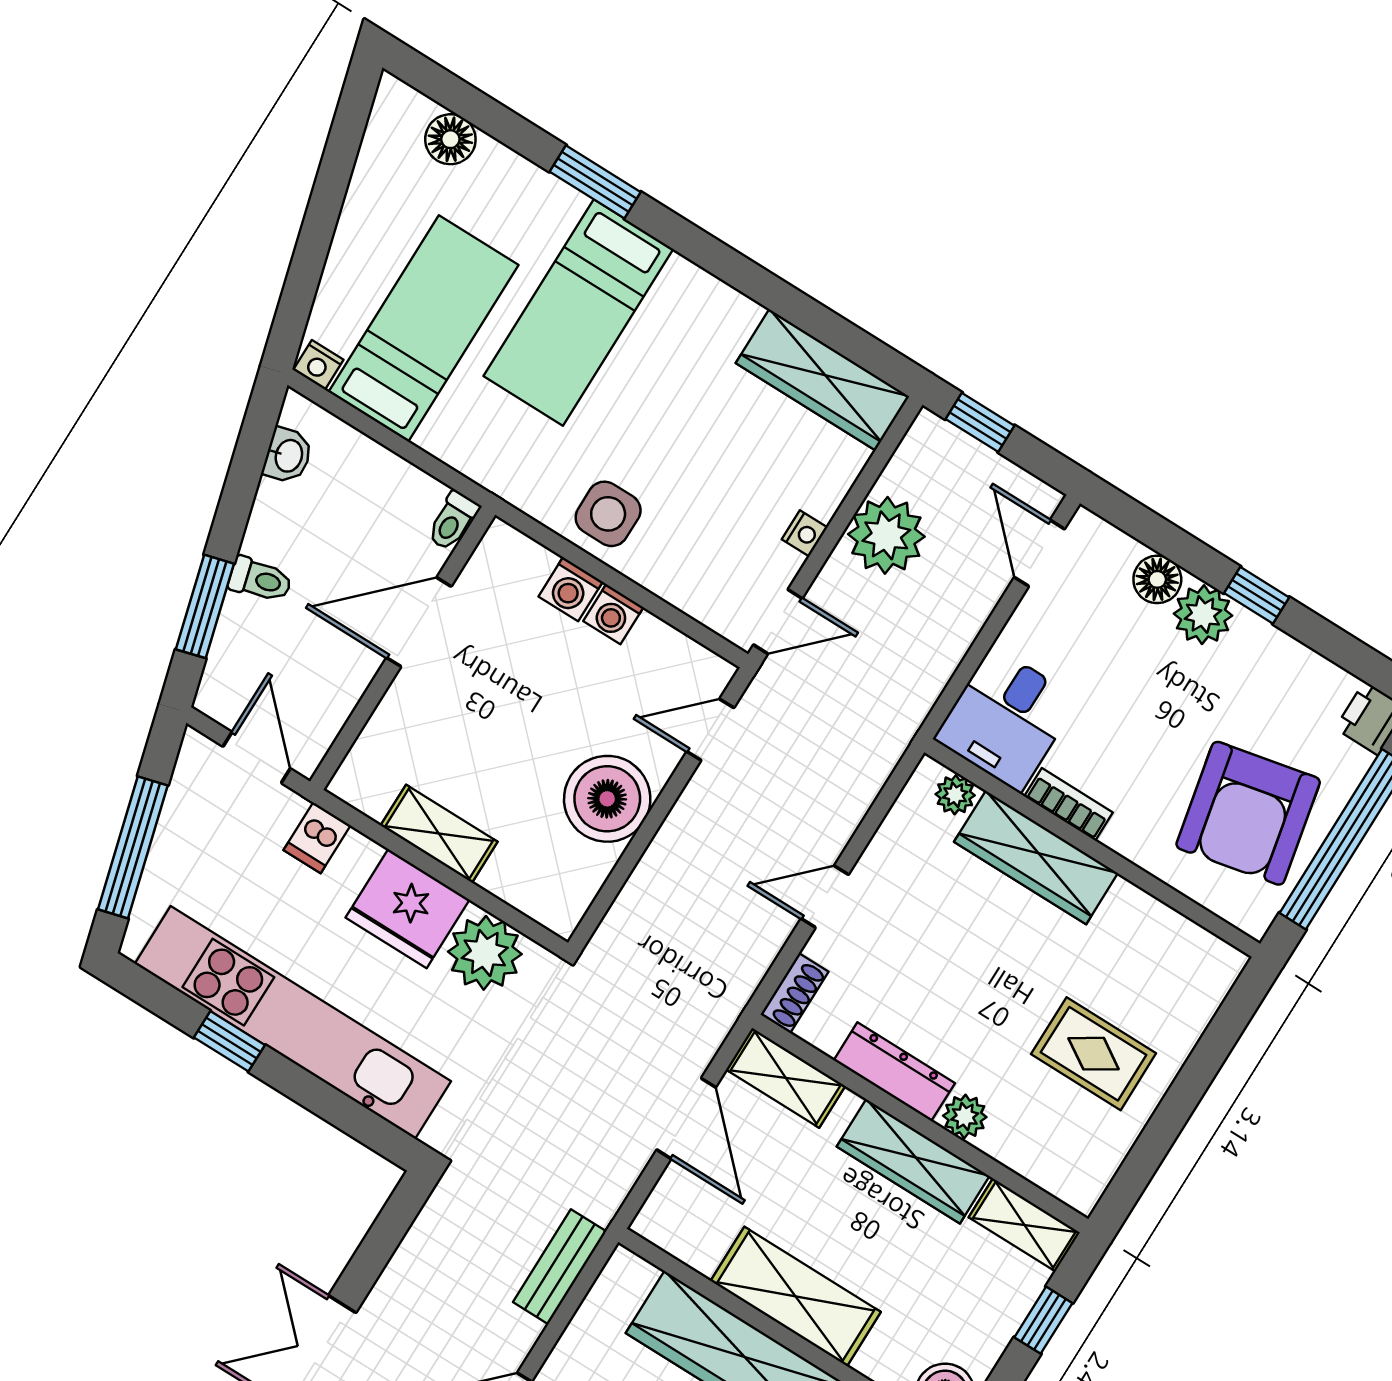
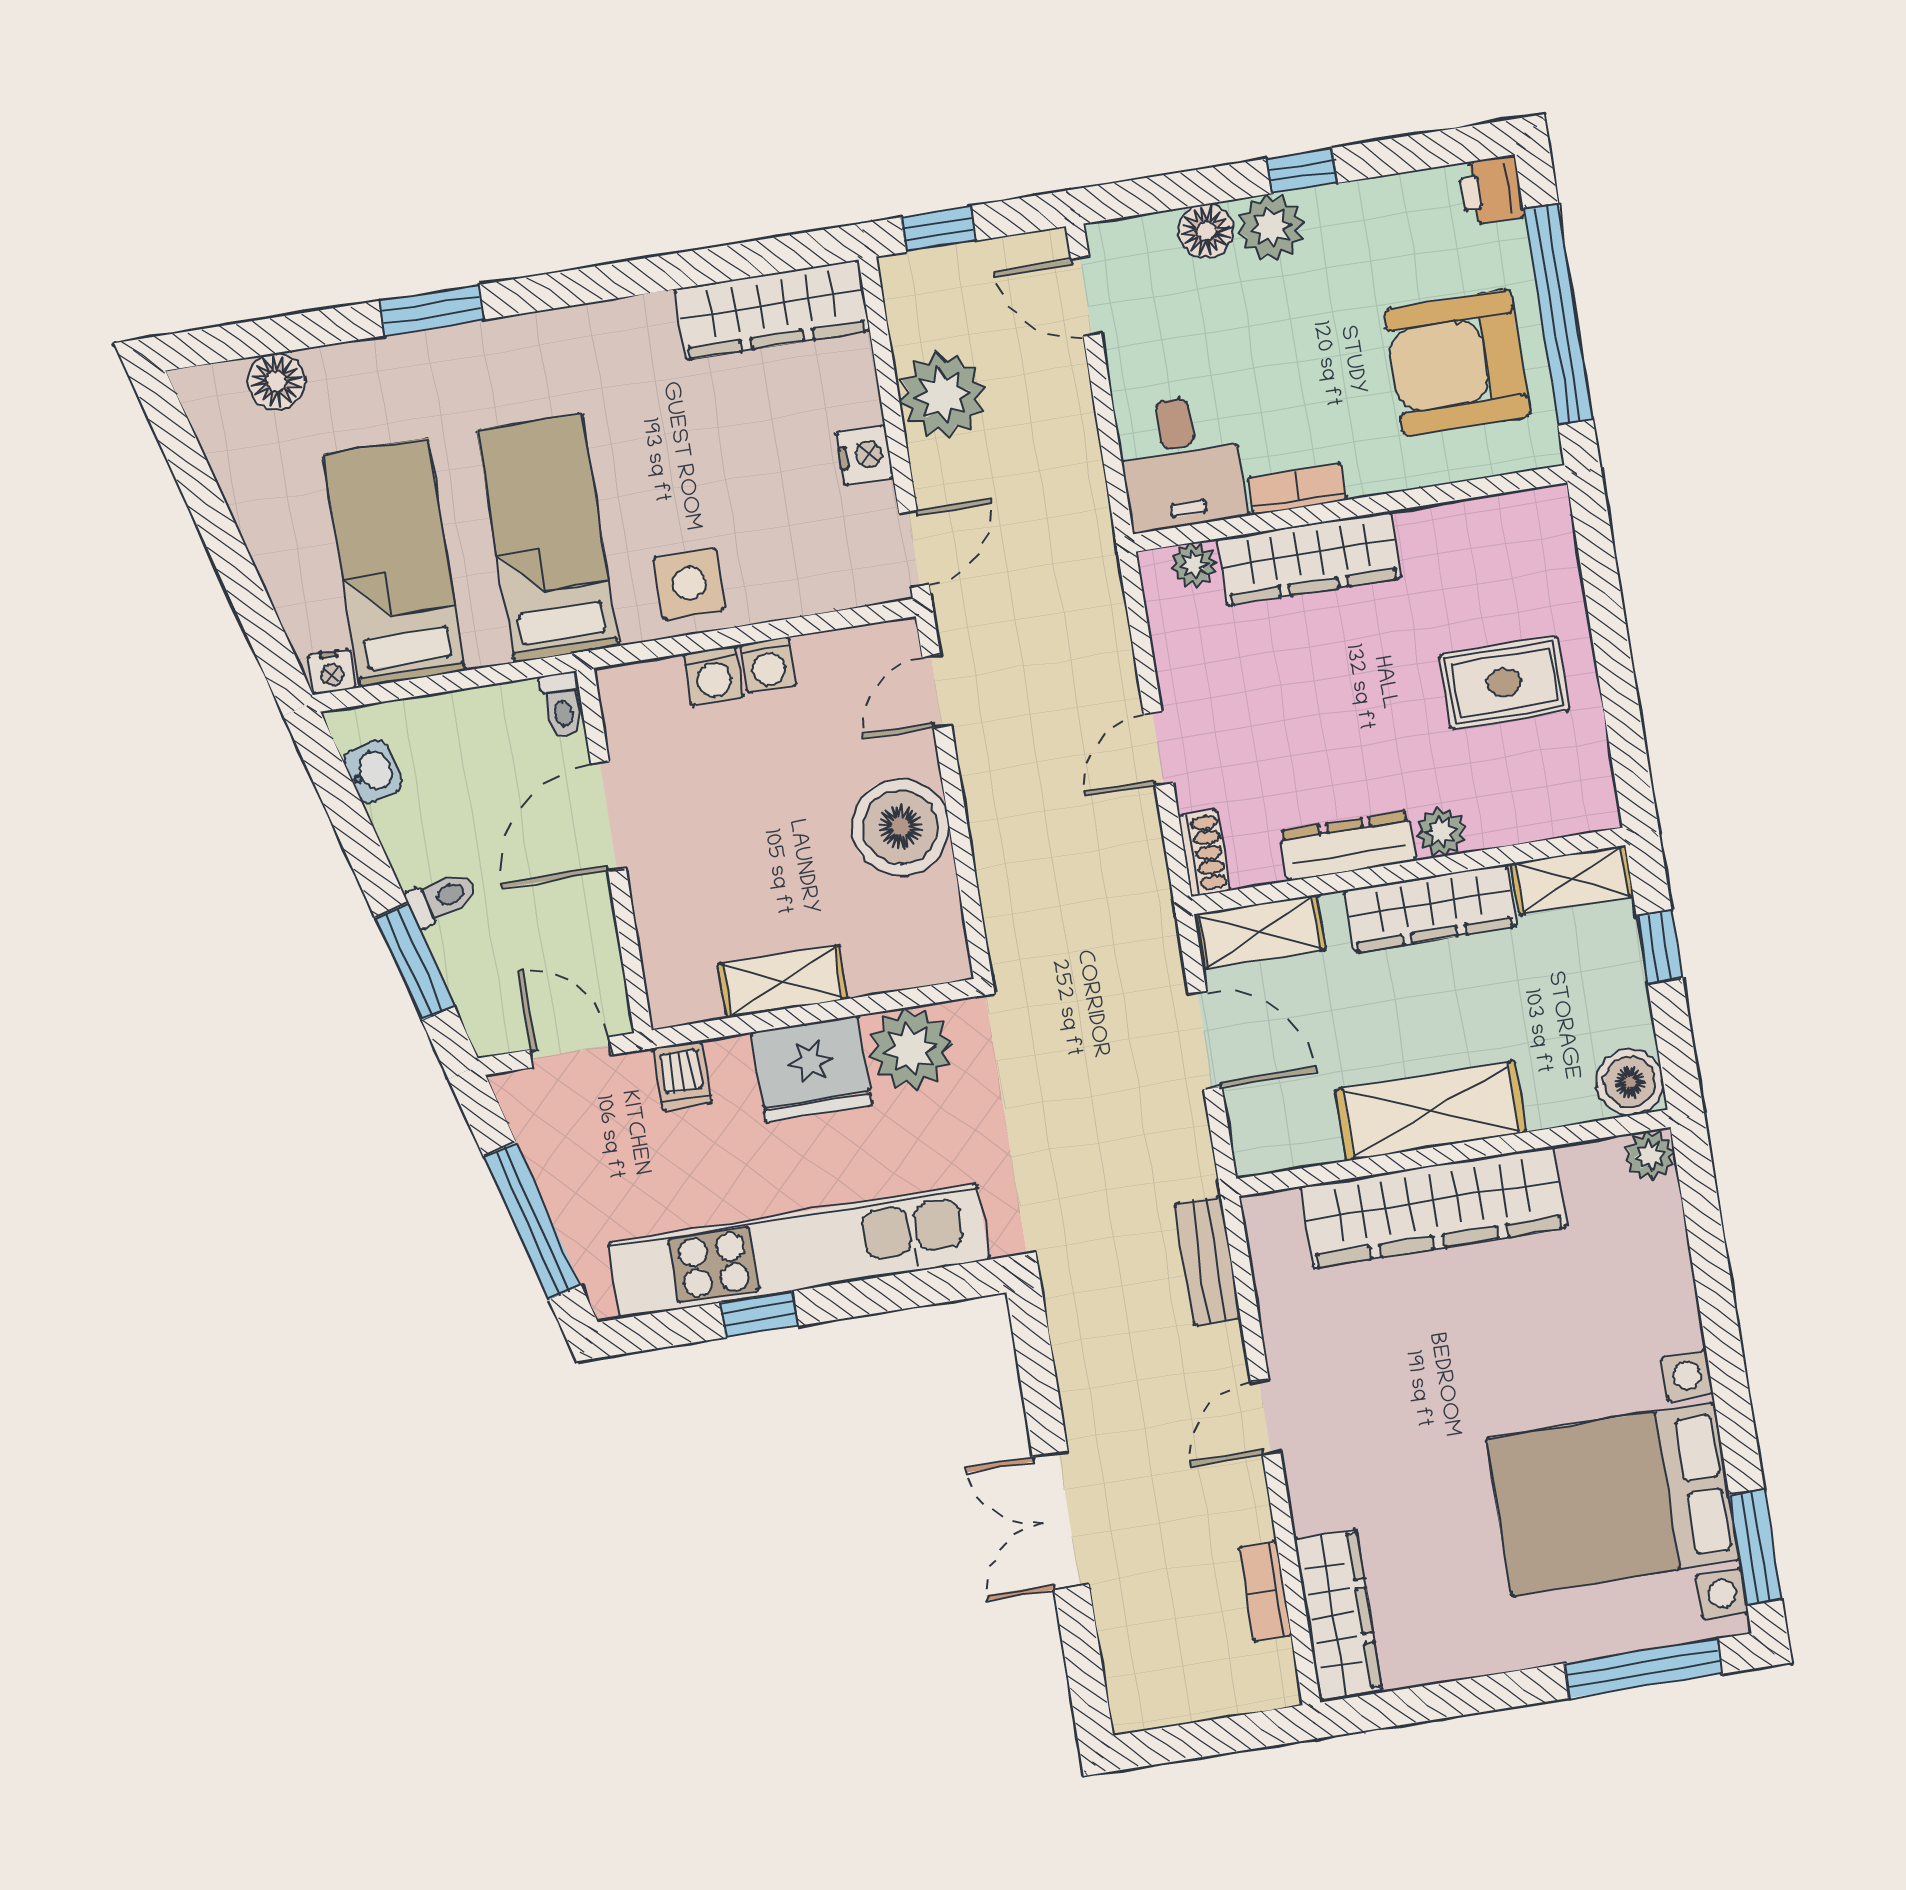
bed: (578, 313) -> (548, 538), moved, turned 180
nightstand: (805, 533) -> (865, 455), width x1.39, depth x1.35
armchair: (1248, 813) -> (1457, 363), turned 102

